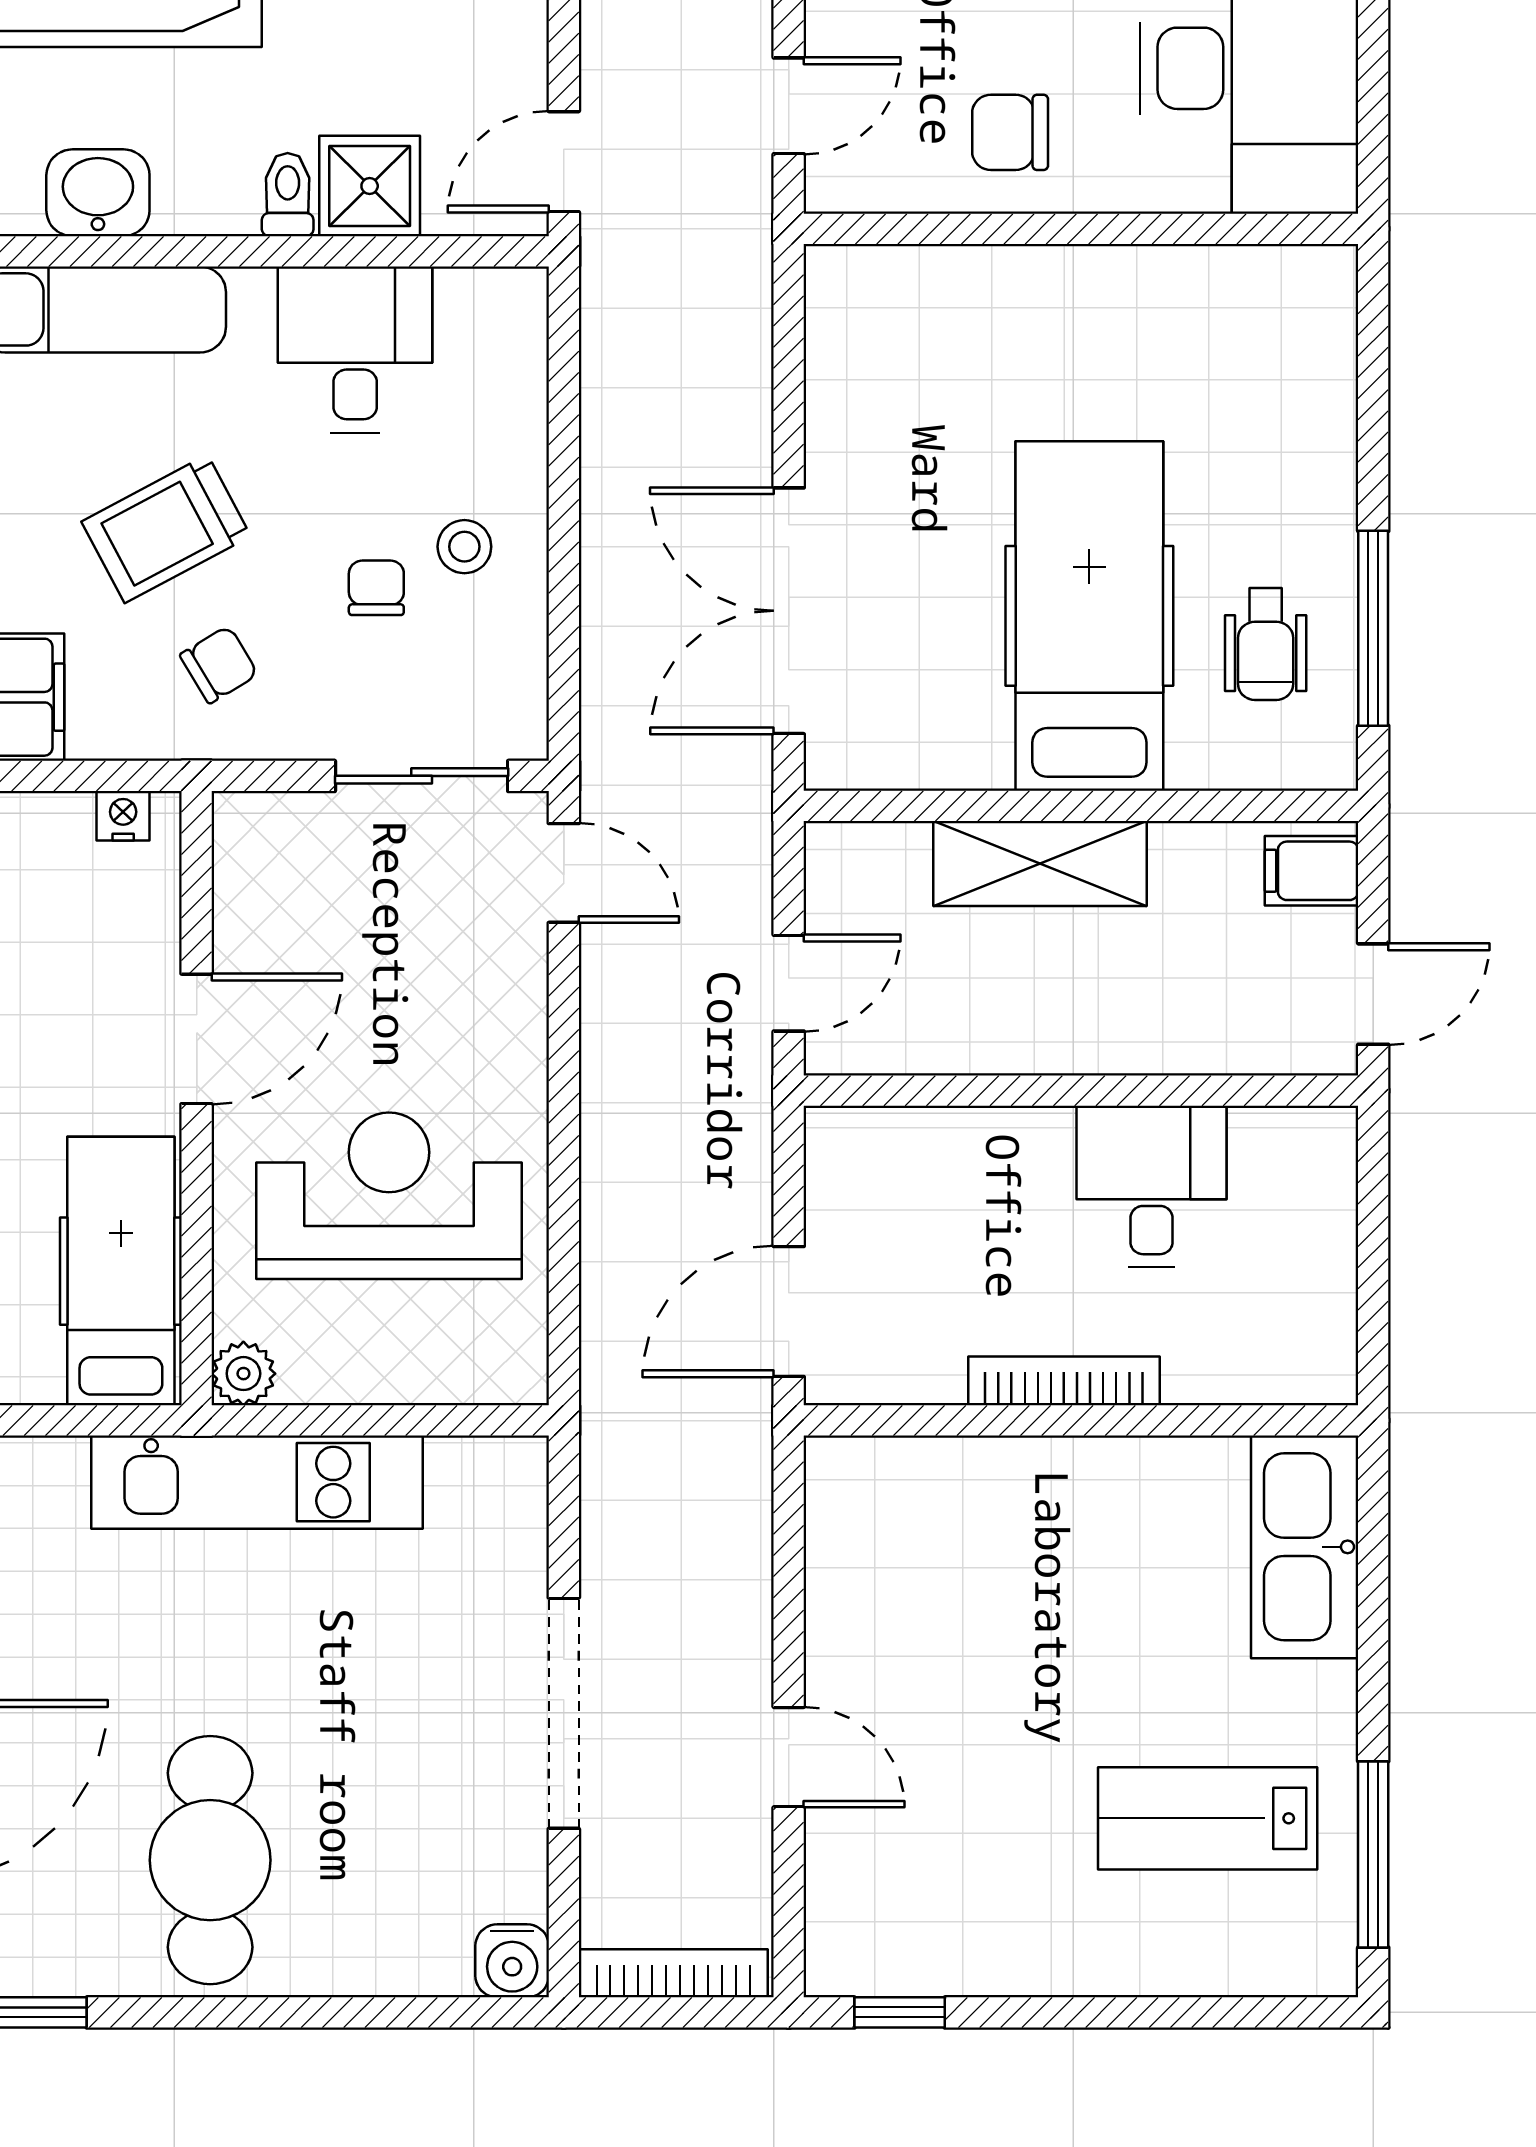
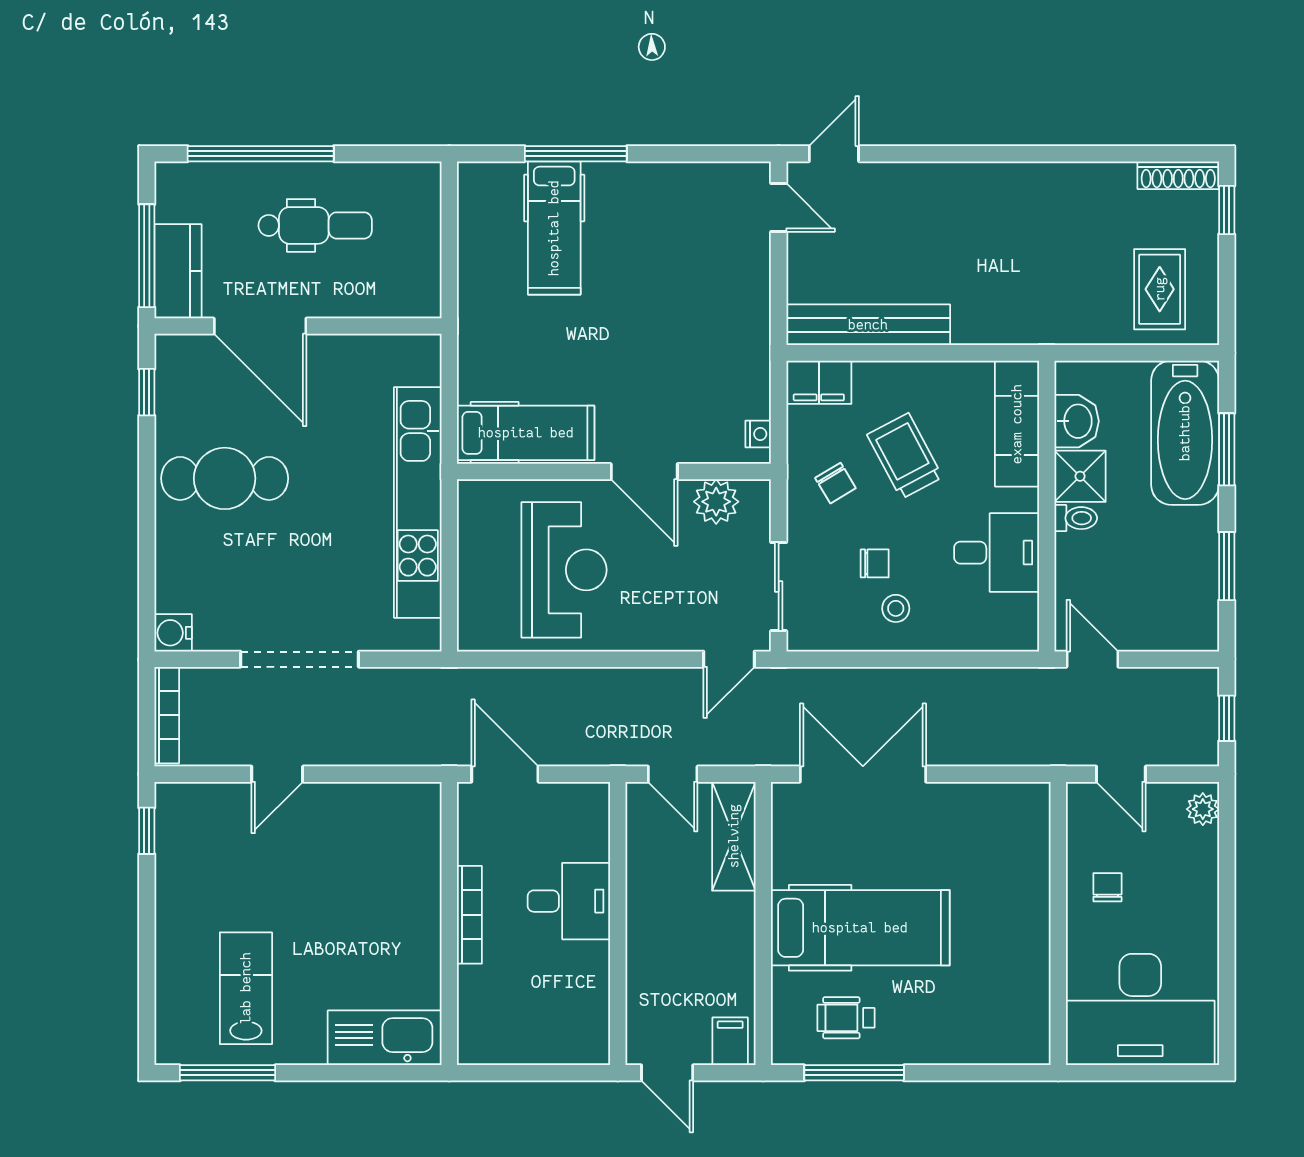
chair: (1010, 132) -> (1107, 887), width x0.73, depth x0.73
shower: (370, 186) -> (1080, 476), moved
shelving: (1040, 863) -> (734, 836), moved
desk: (1151, 1186) -> (569, 901), moved
plant: (243, 1374) -> (716, 502), moved, width x1.38, depth x1.38
kitchen unit: (257, 1482) -> (418, 502), width x1.36

